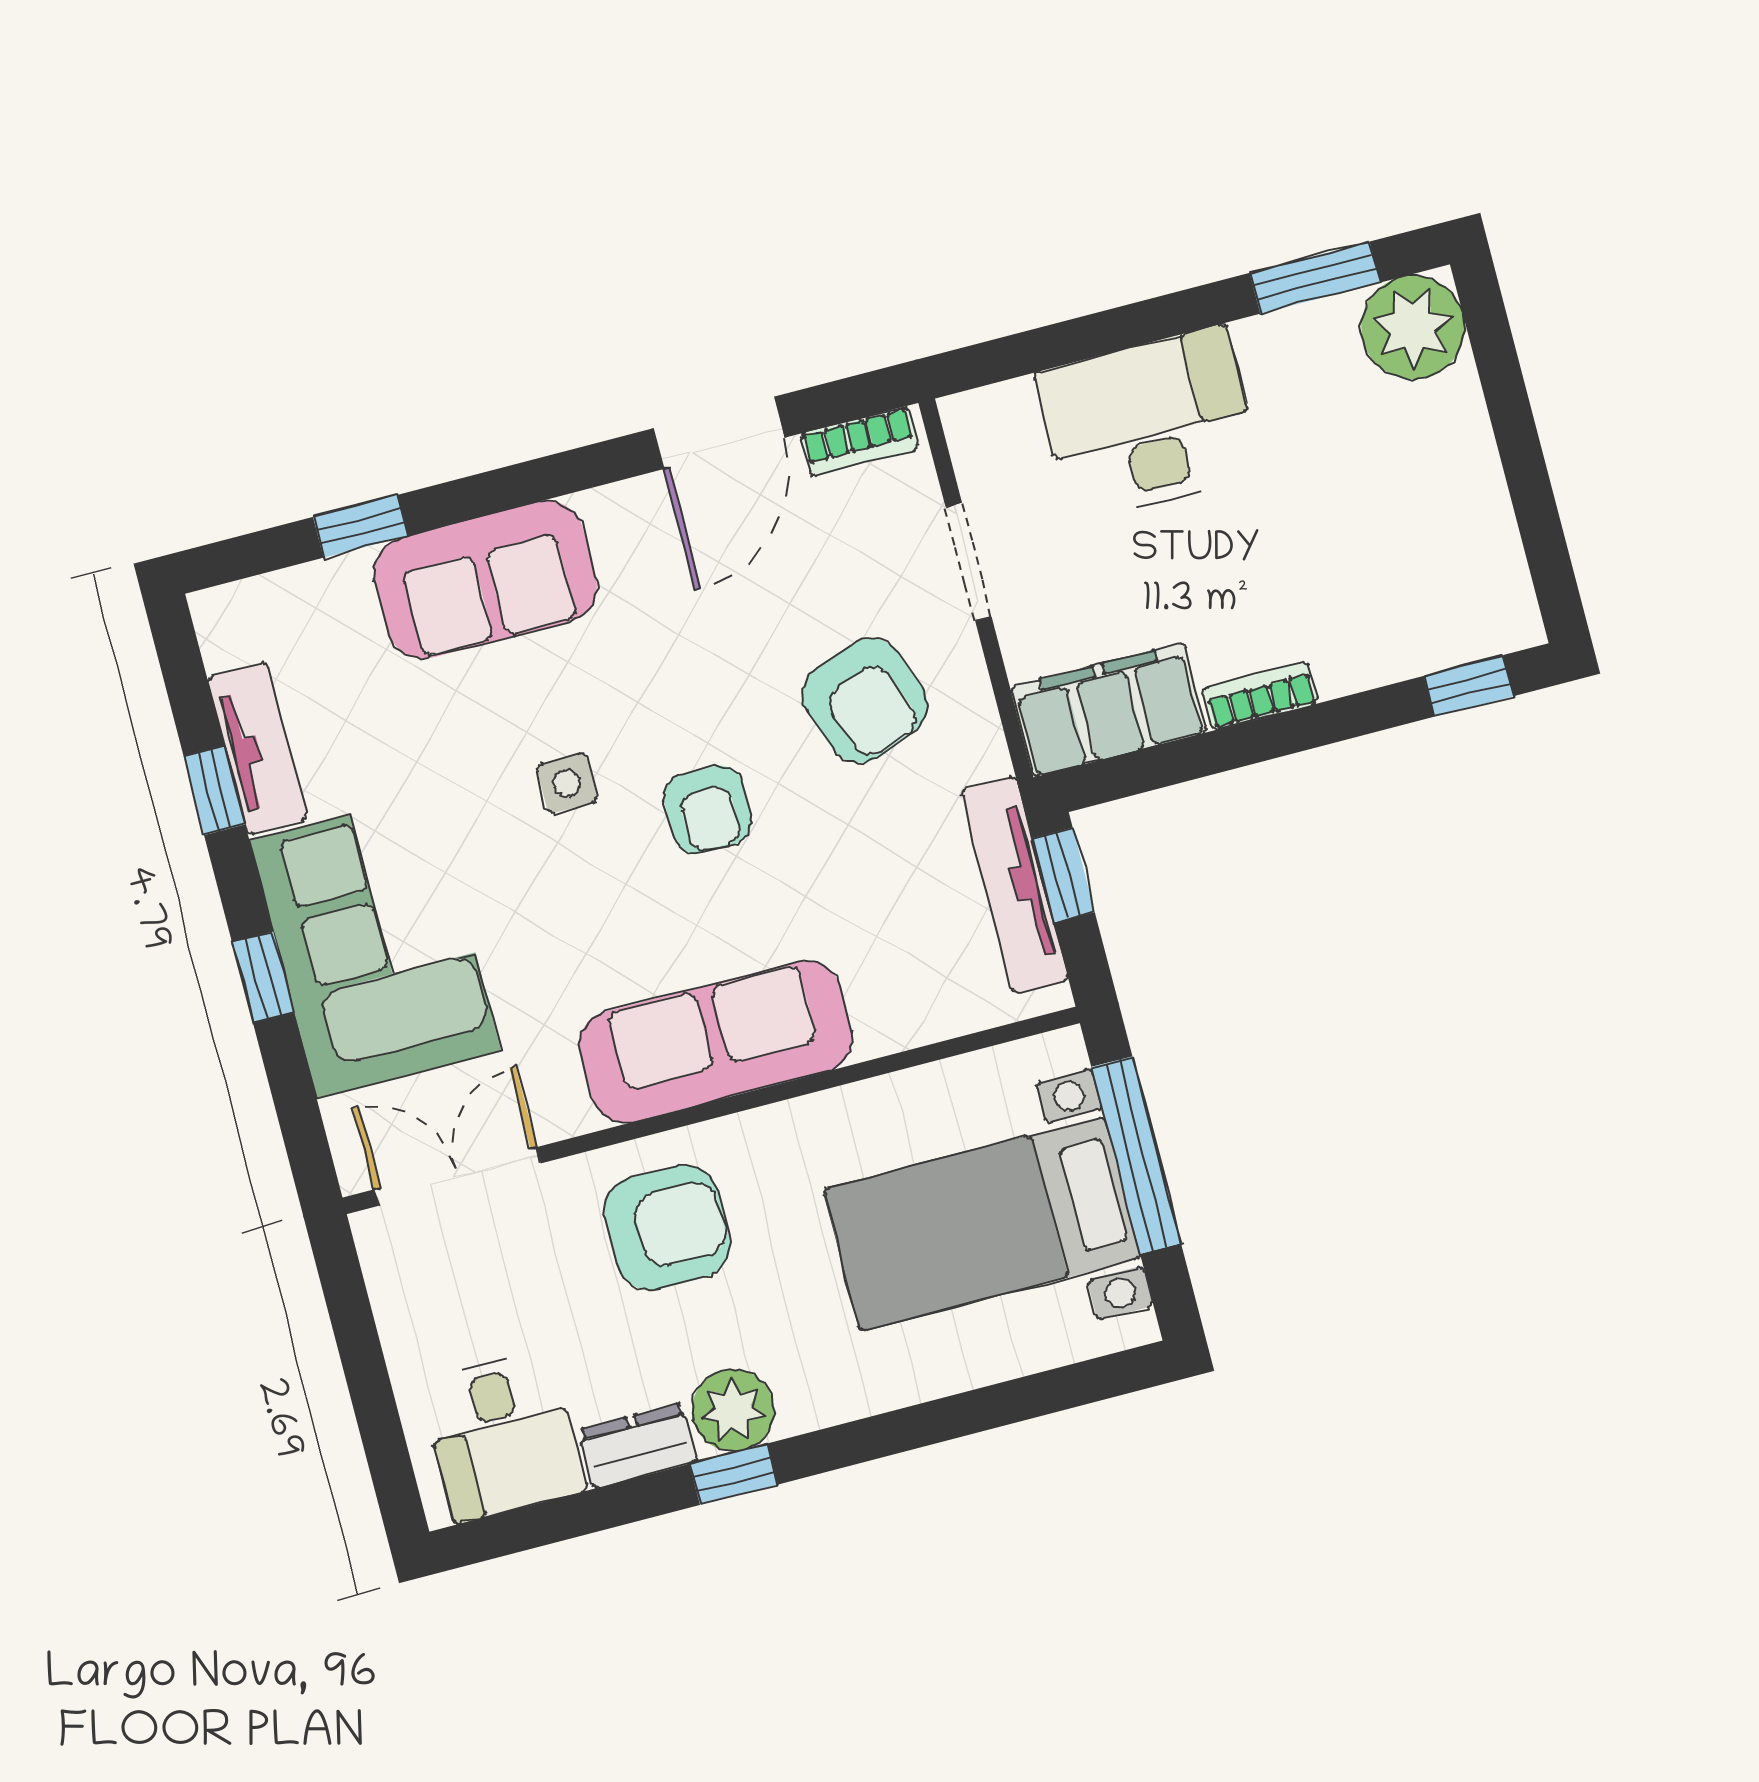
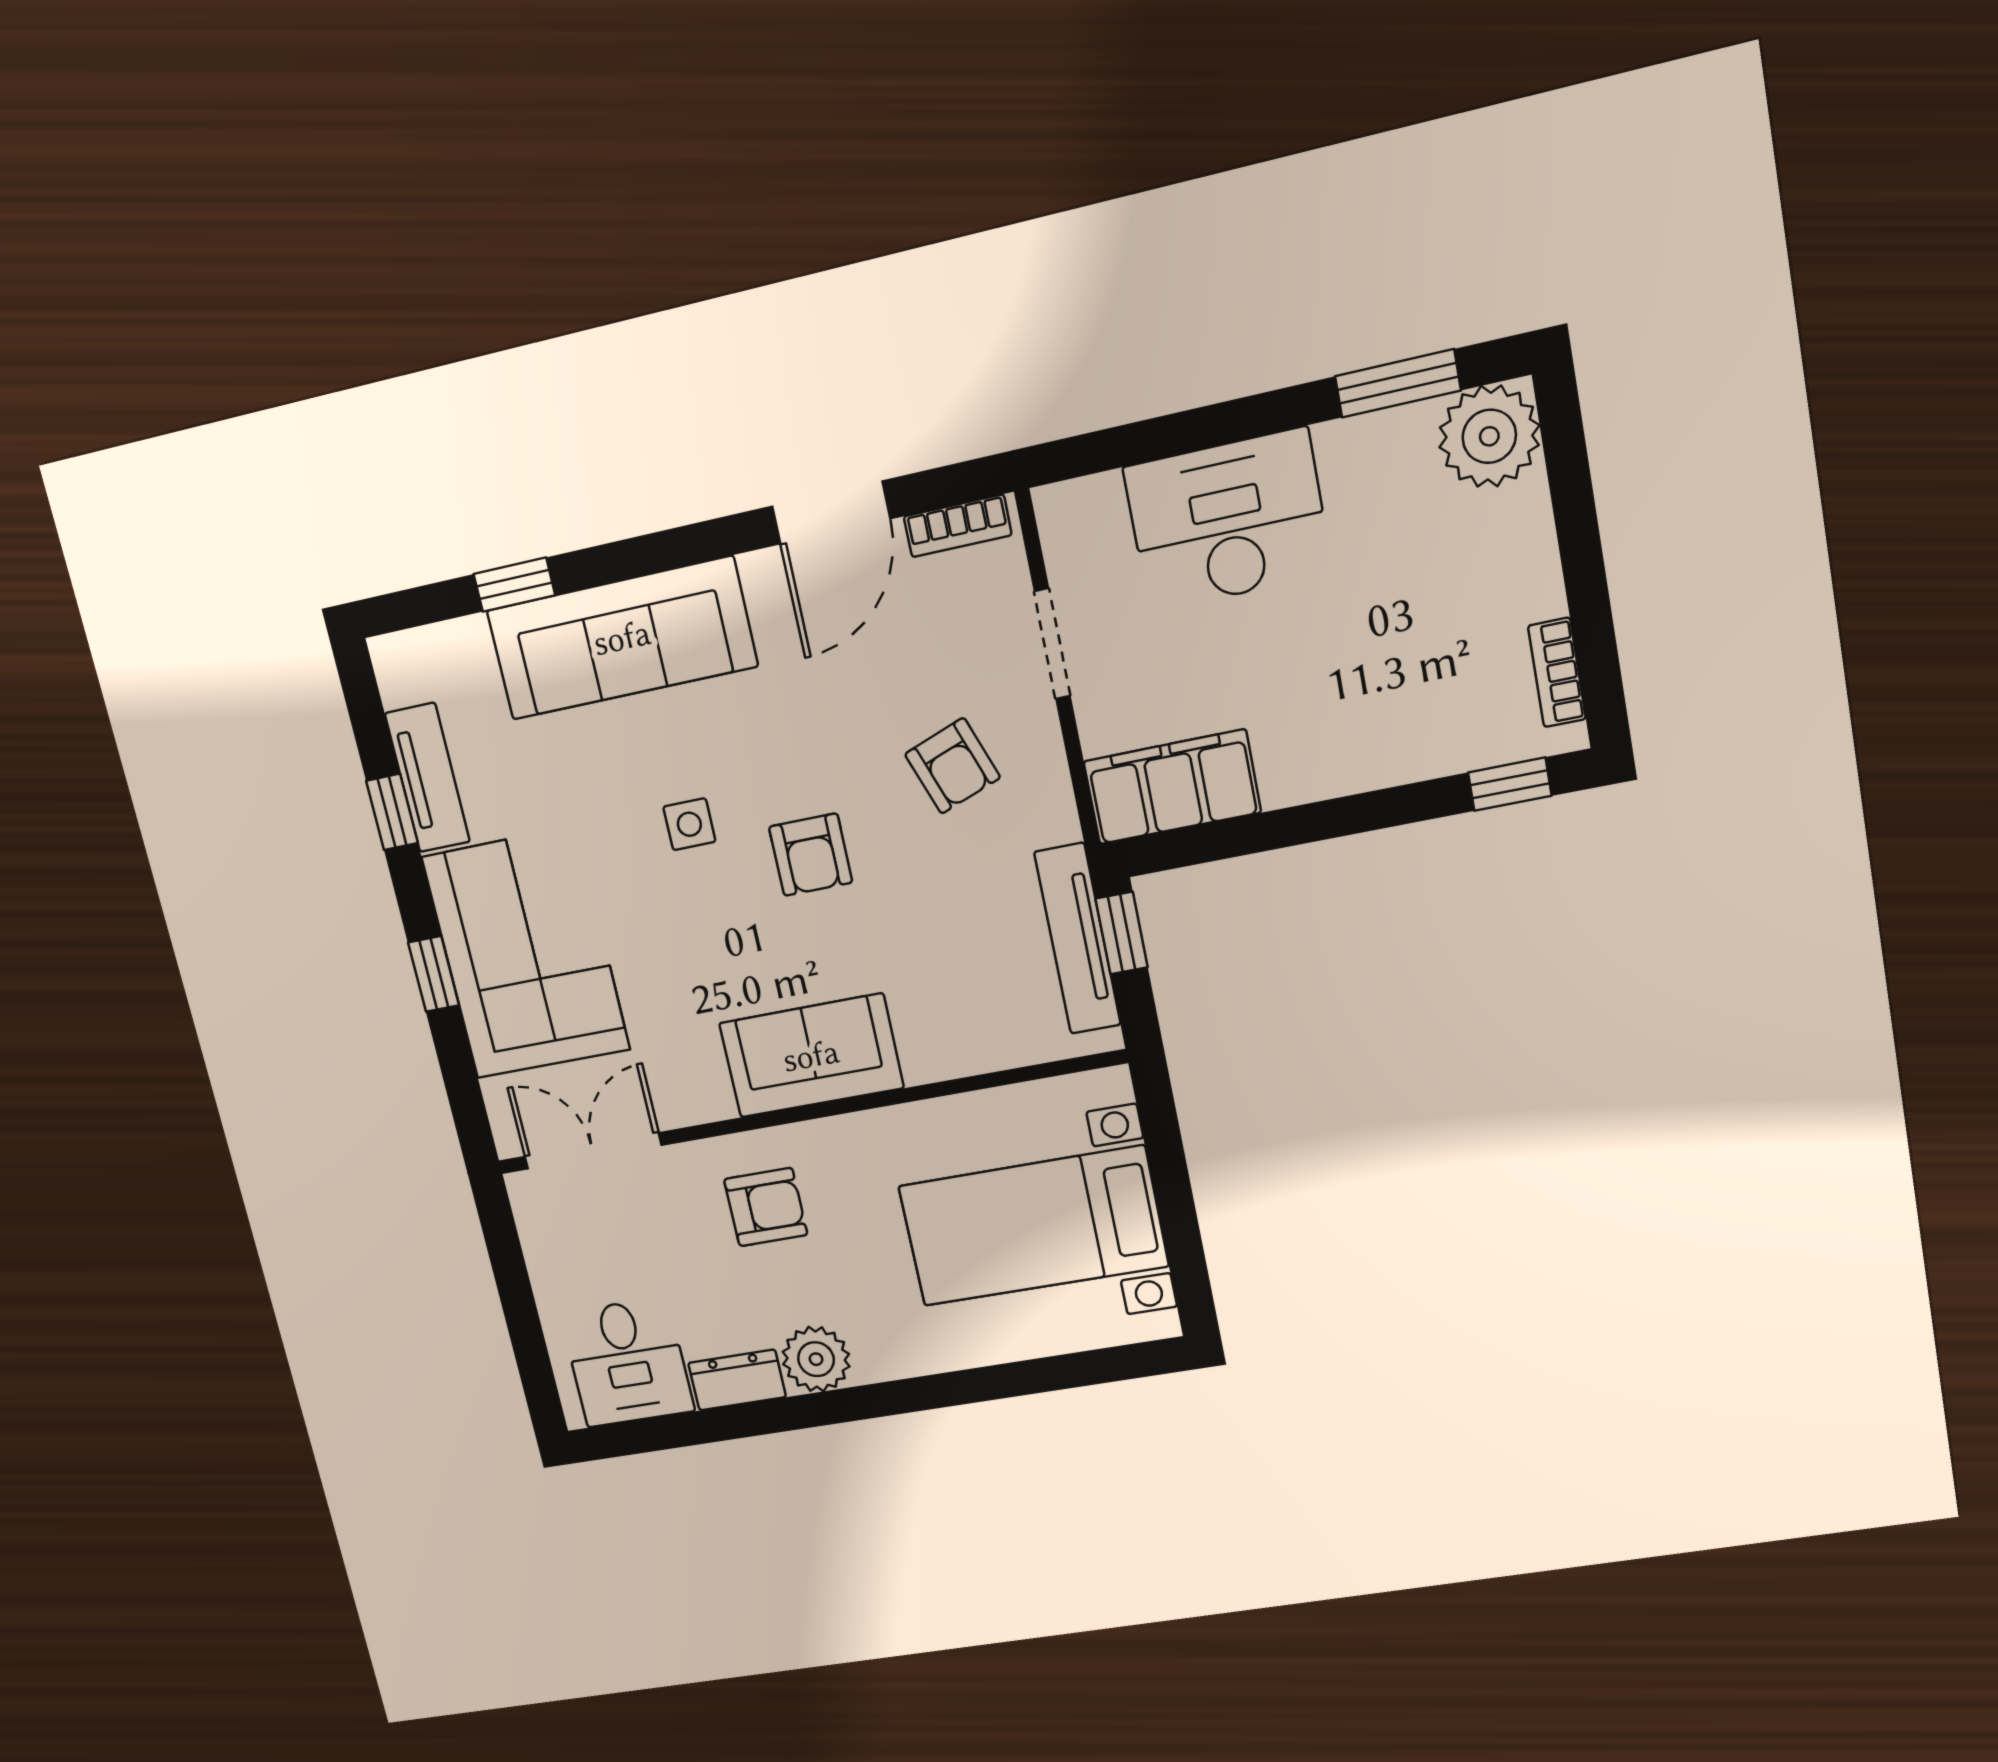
sofa: (485, 580) -> (622, 638), width x1.36
bookcase: (1260, 696) -> (1557, 672), moved, turned -90
armchair: (865, 700) -> (953, 766), width x0.72, depth x0.72
sofa: (716, 1042) -> (811, 1056), width x0.73
window: (1136, 1155) -> (1171, 1180), removed
armchair: (667, 1228) -> (766, 1207), width x0.72, depth x0.72
window: (733, 1474) -> (815, 1410), removed

